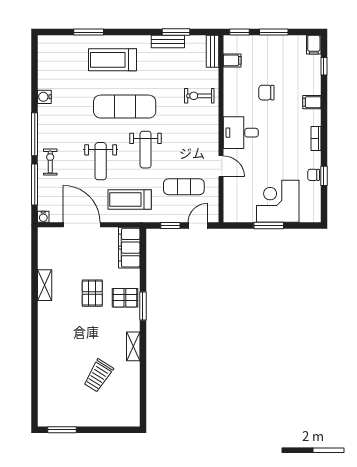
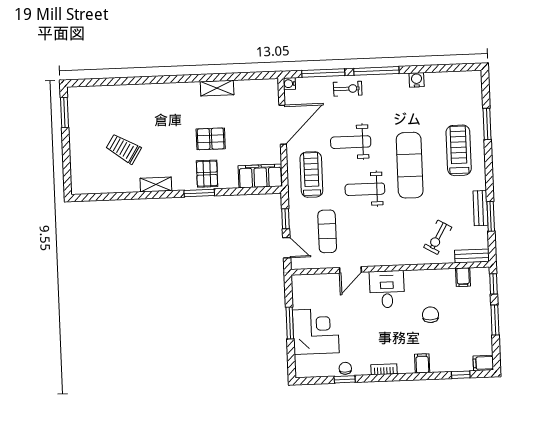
exercise bike: (199, 96) -> (438, 237), moved, turned -150

